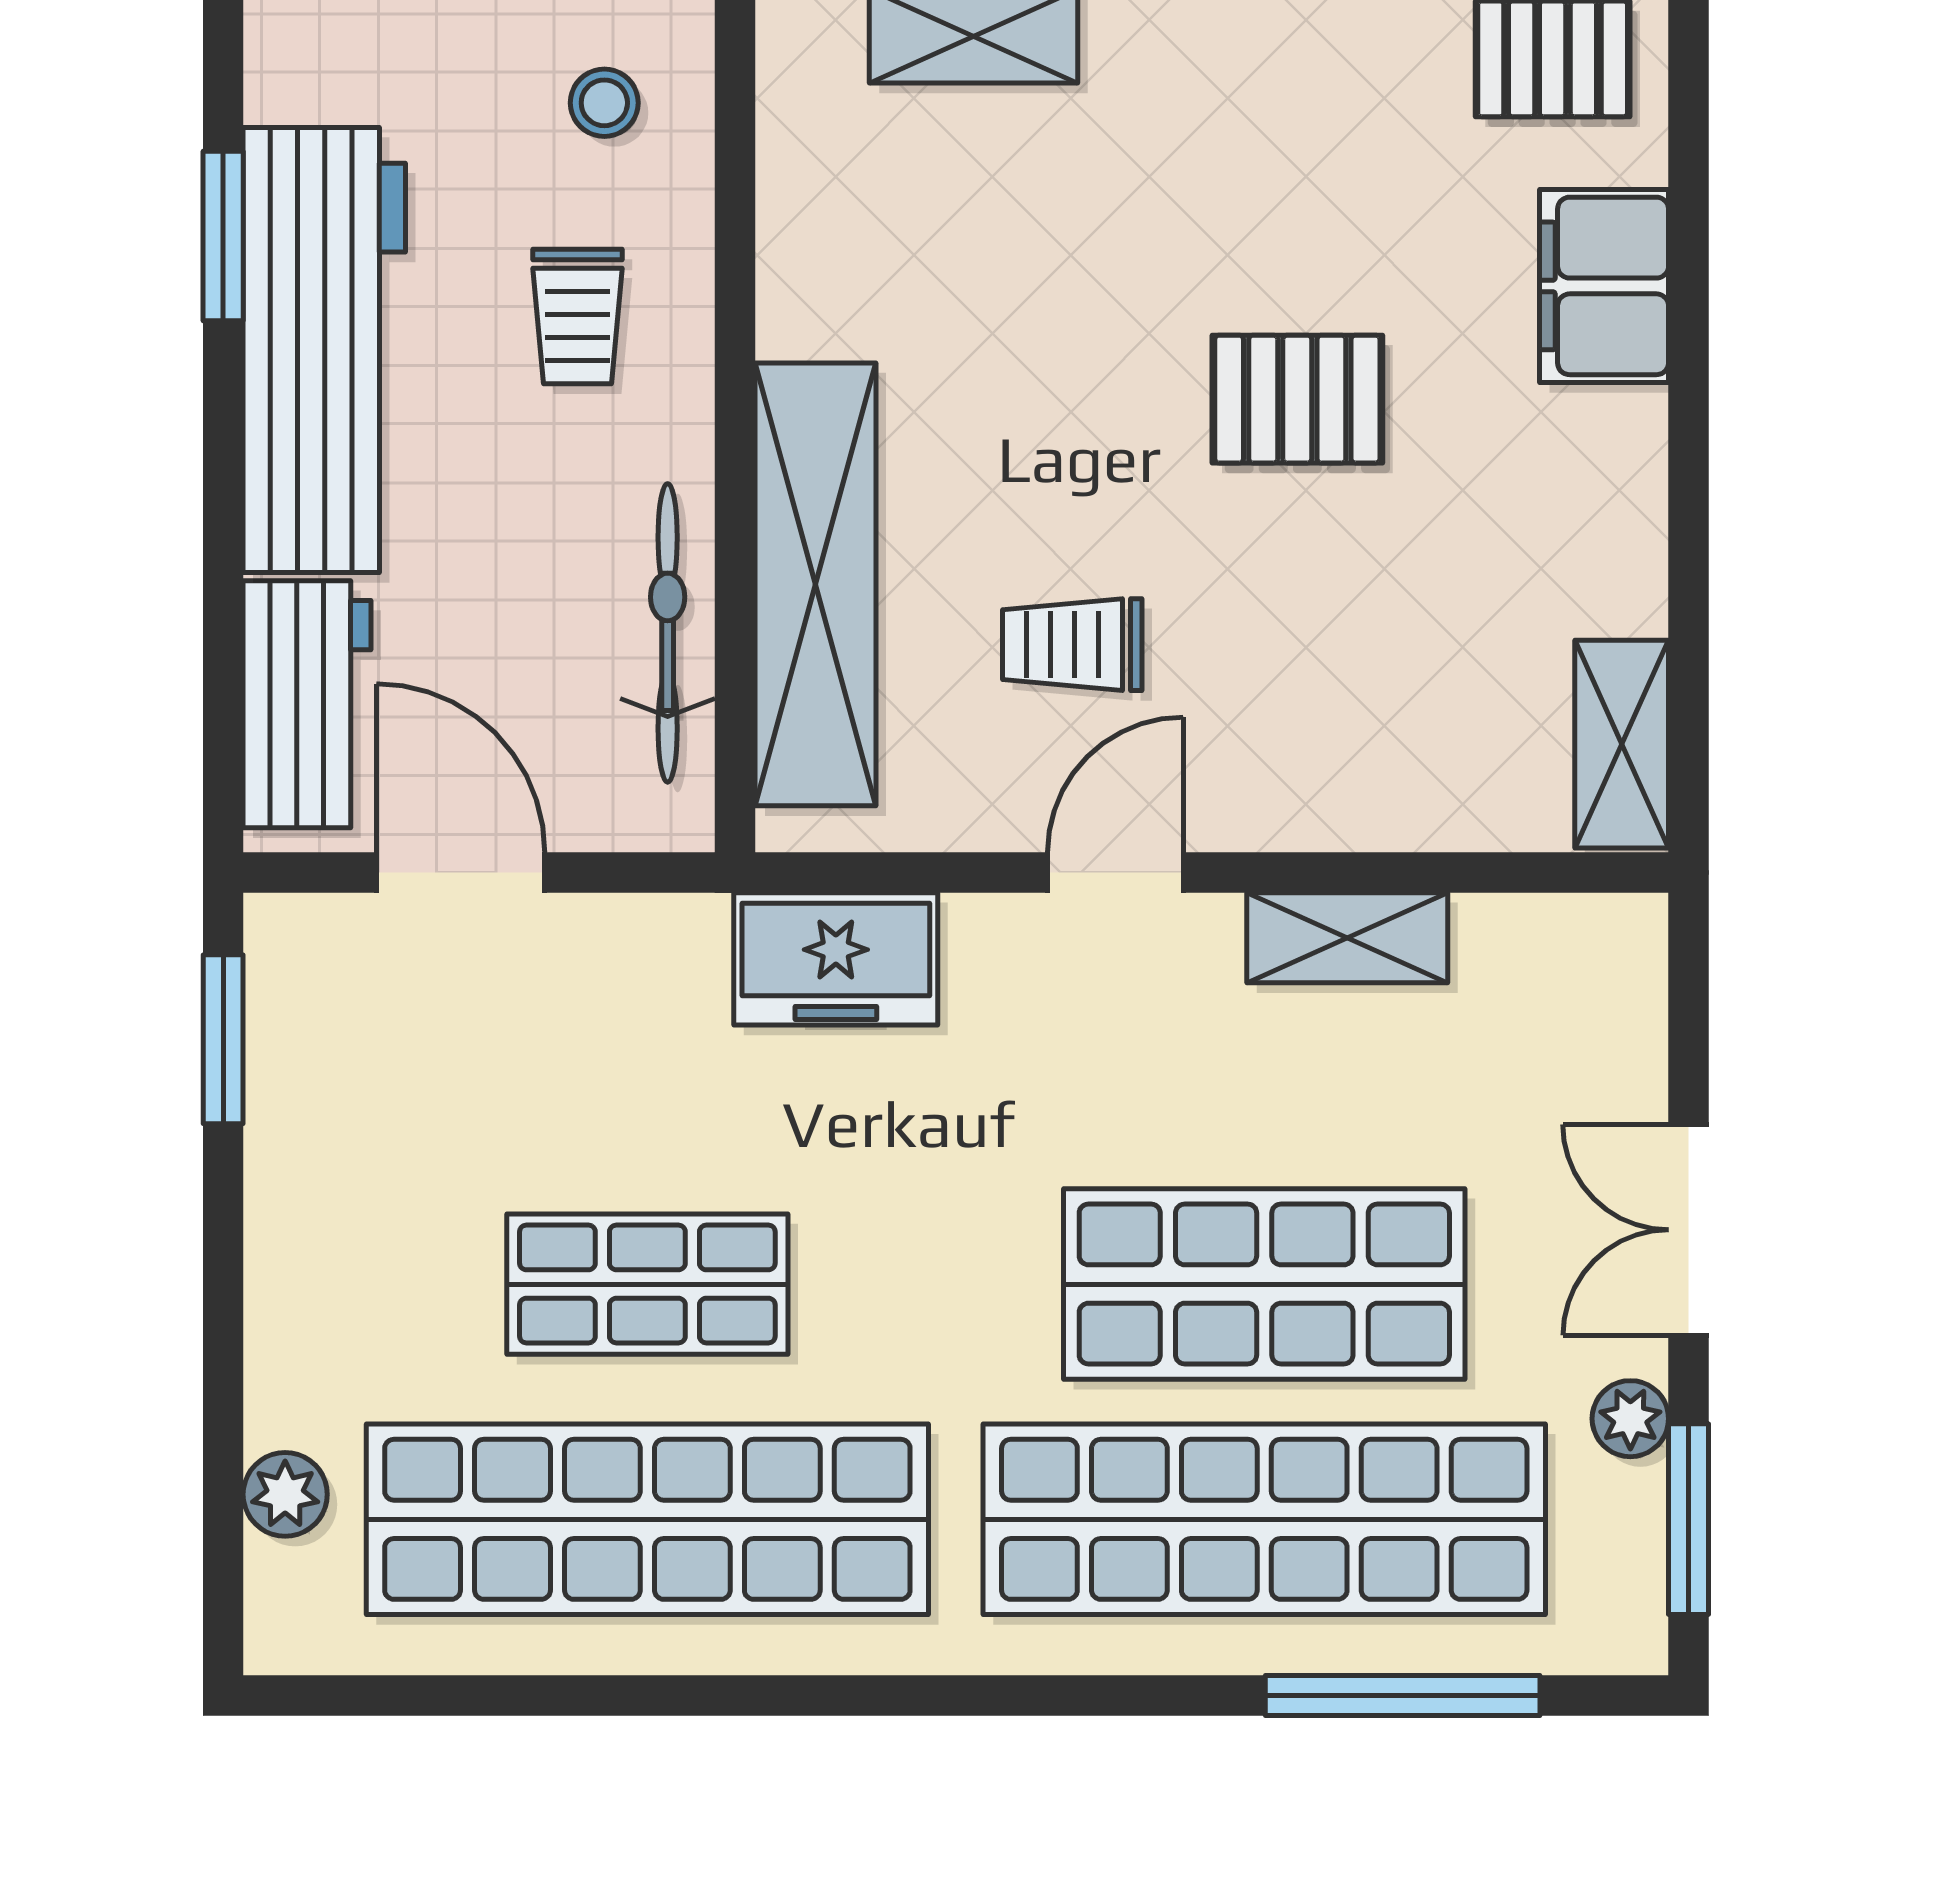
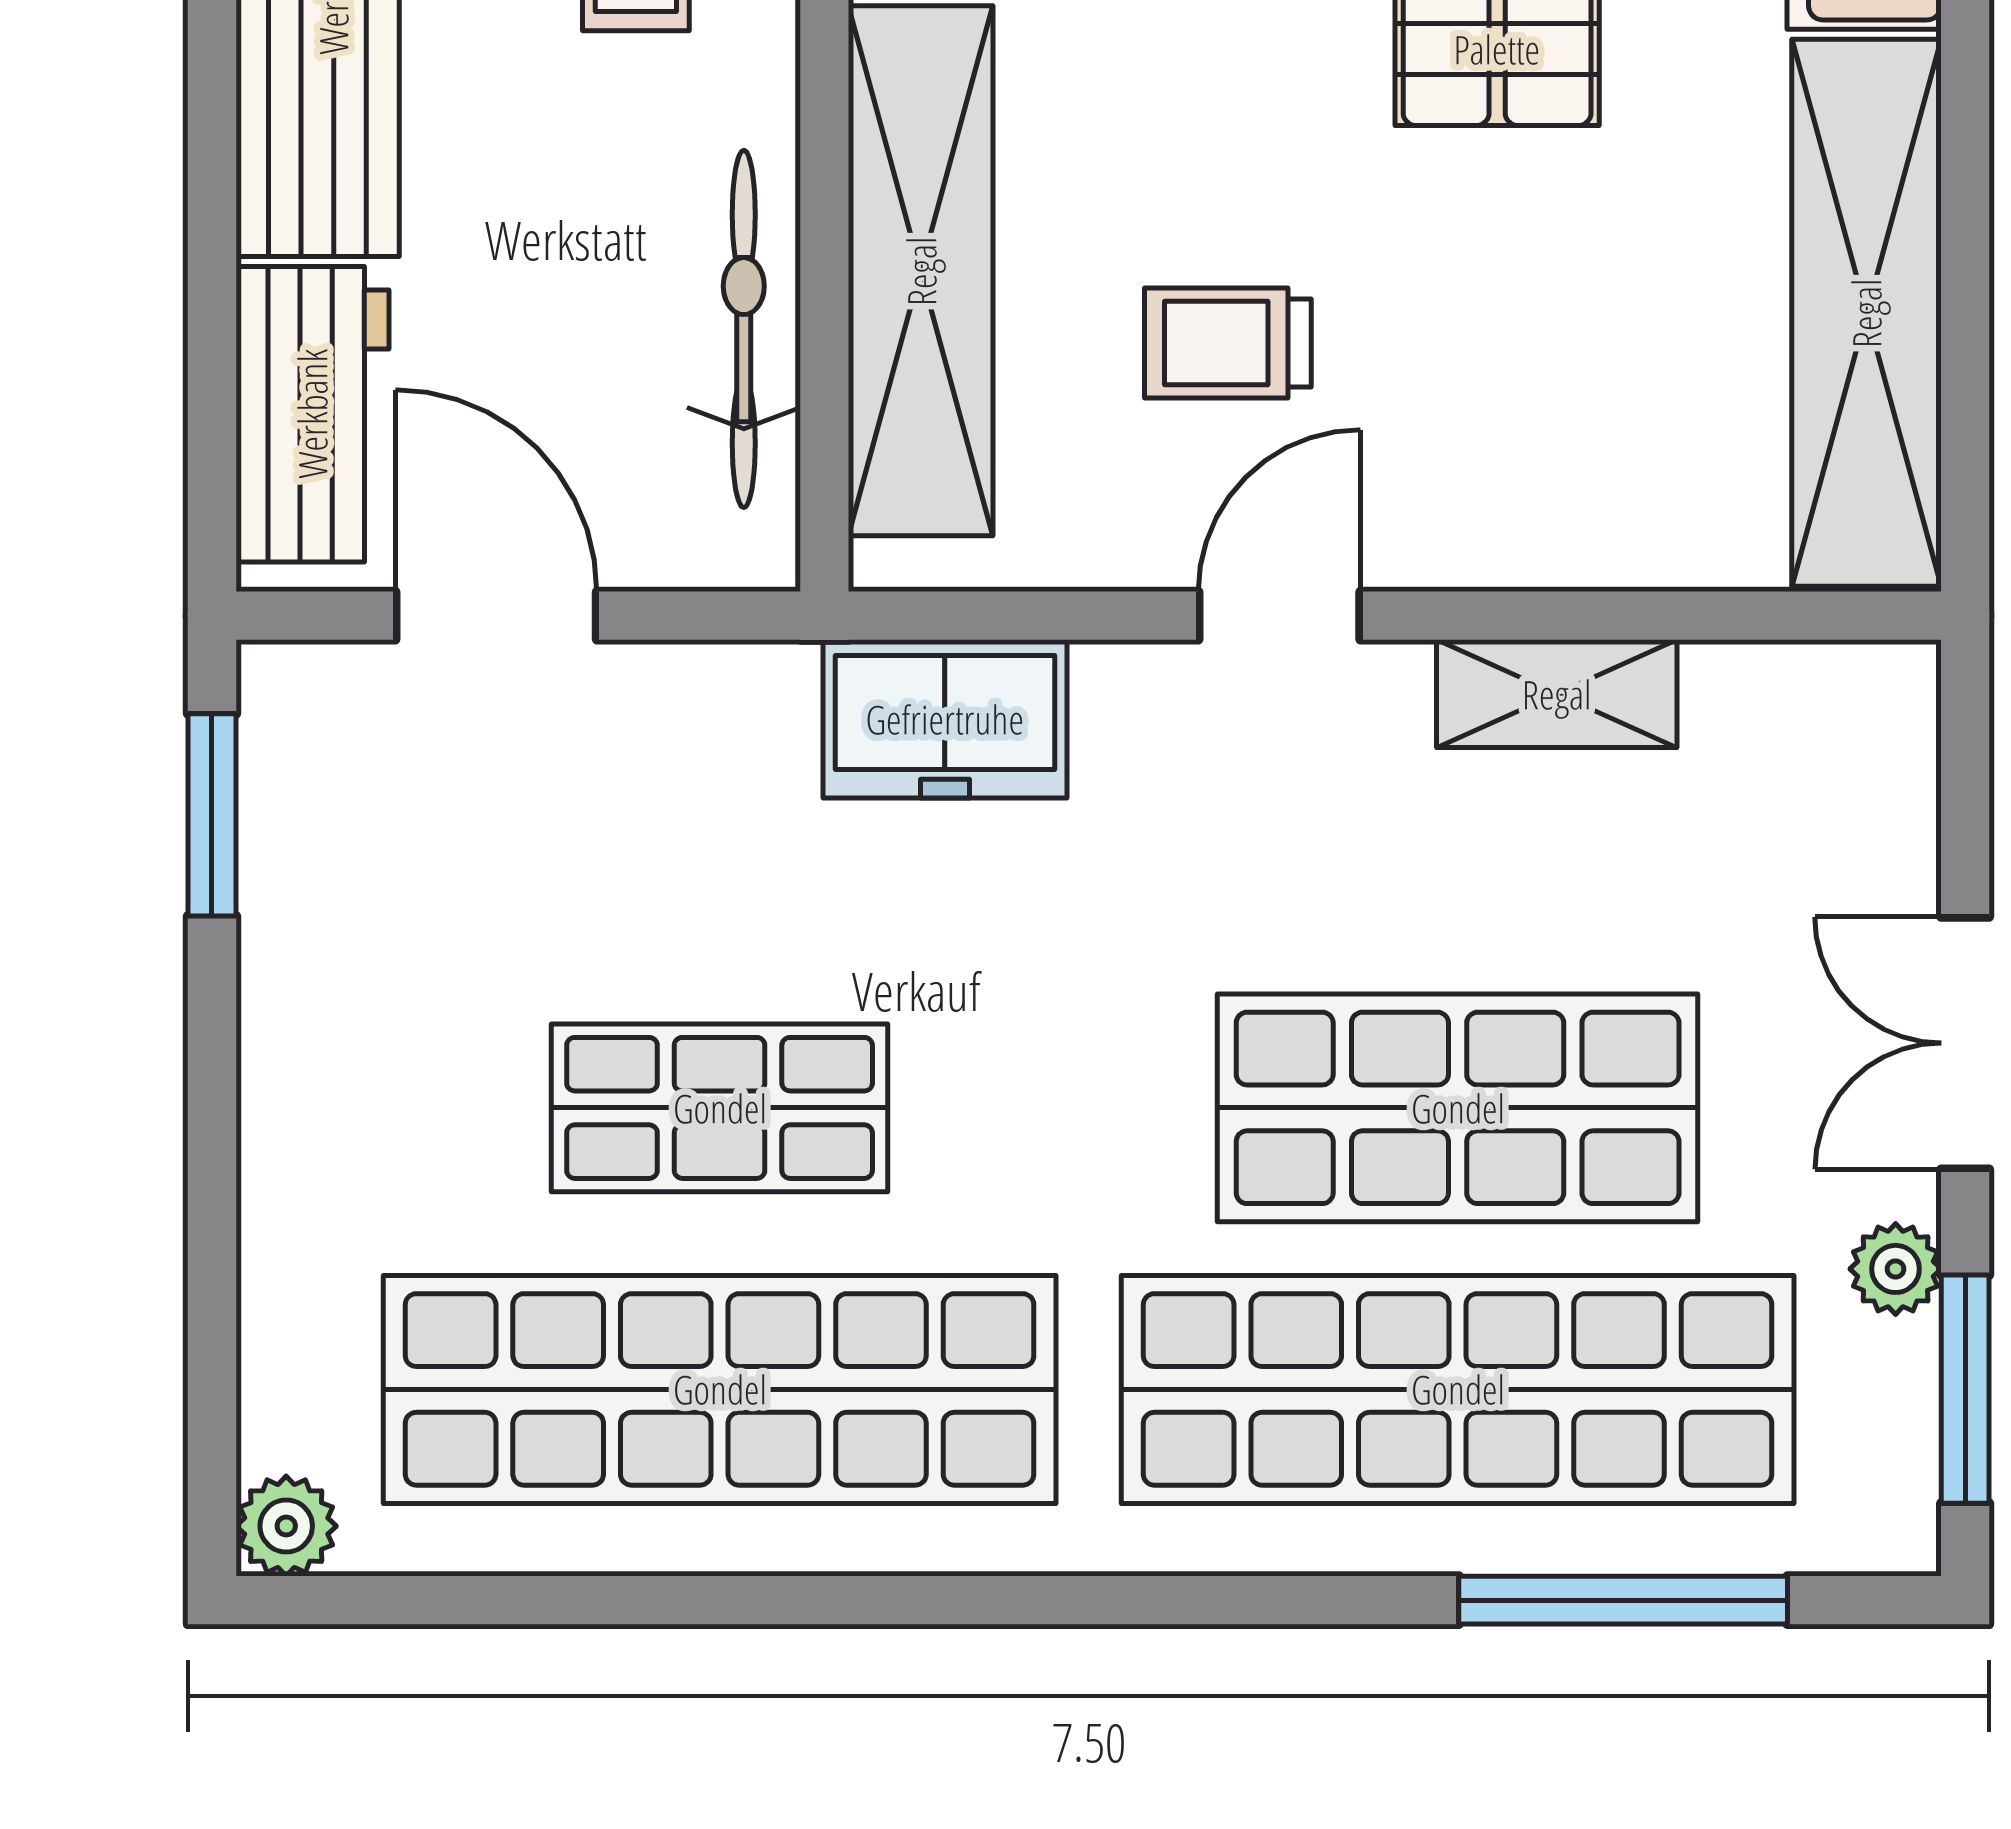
shelving: (1622, 744) -> (1866, 313), width x2.20, depth x1.33
plant: (285, 1494) -> (286, 1526), moved

